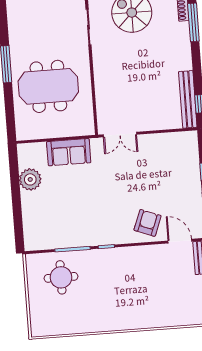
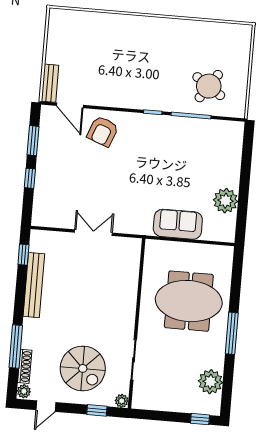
plant: (18, 19) -> (210, 382), added
bench: (188, 99) -> (34, 285), moved
double door: (120, 135) -> (93, 233), moved
round table: (61, 277) -> (209, 86), turned 34

